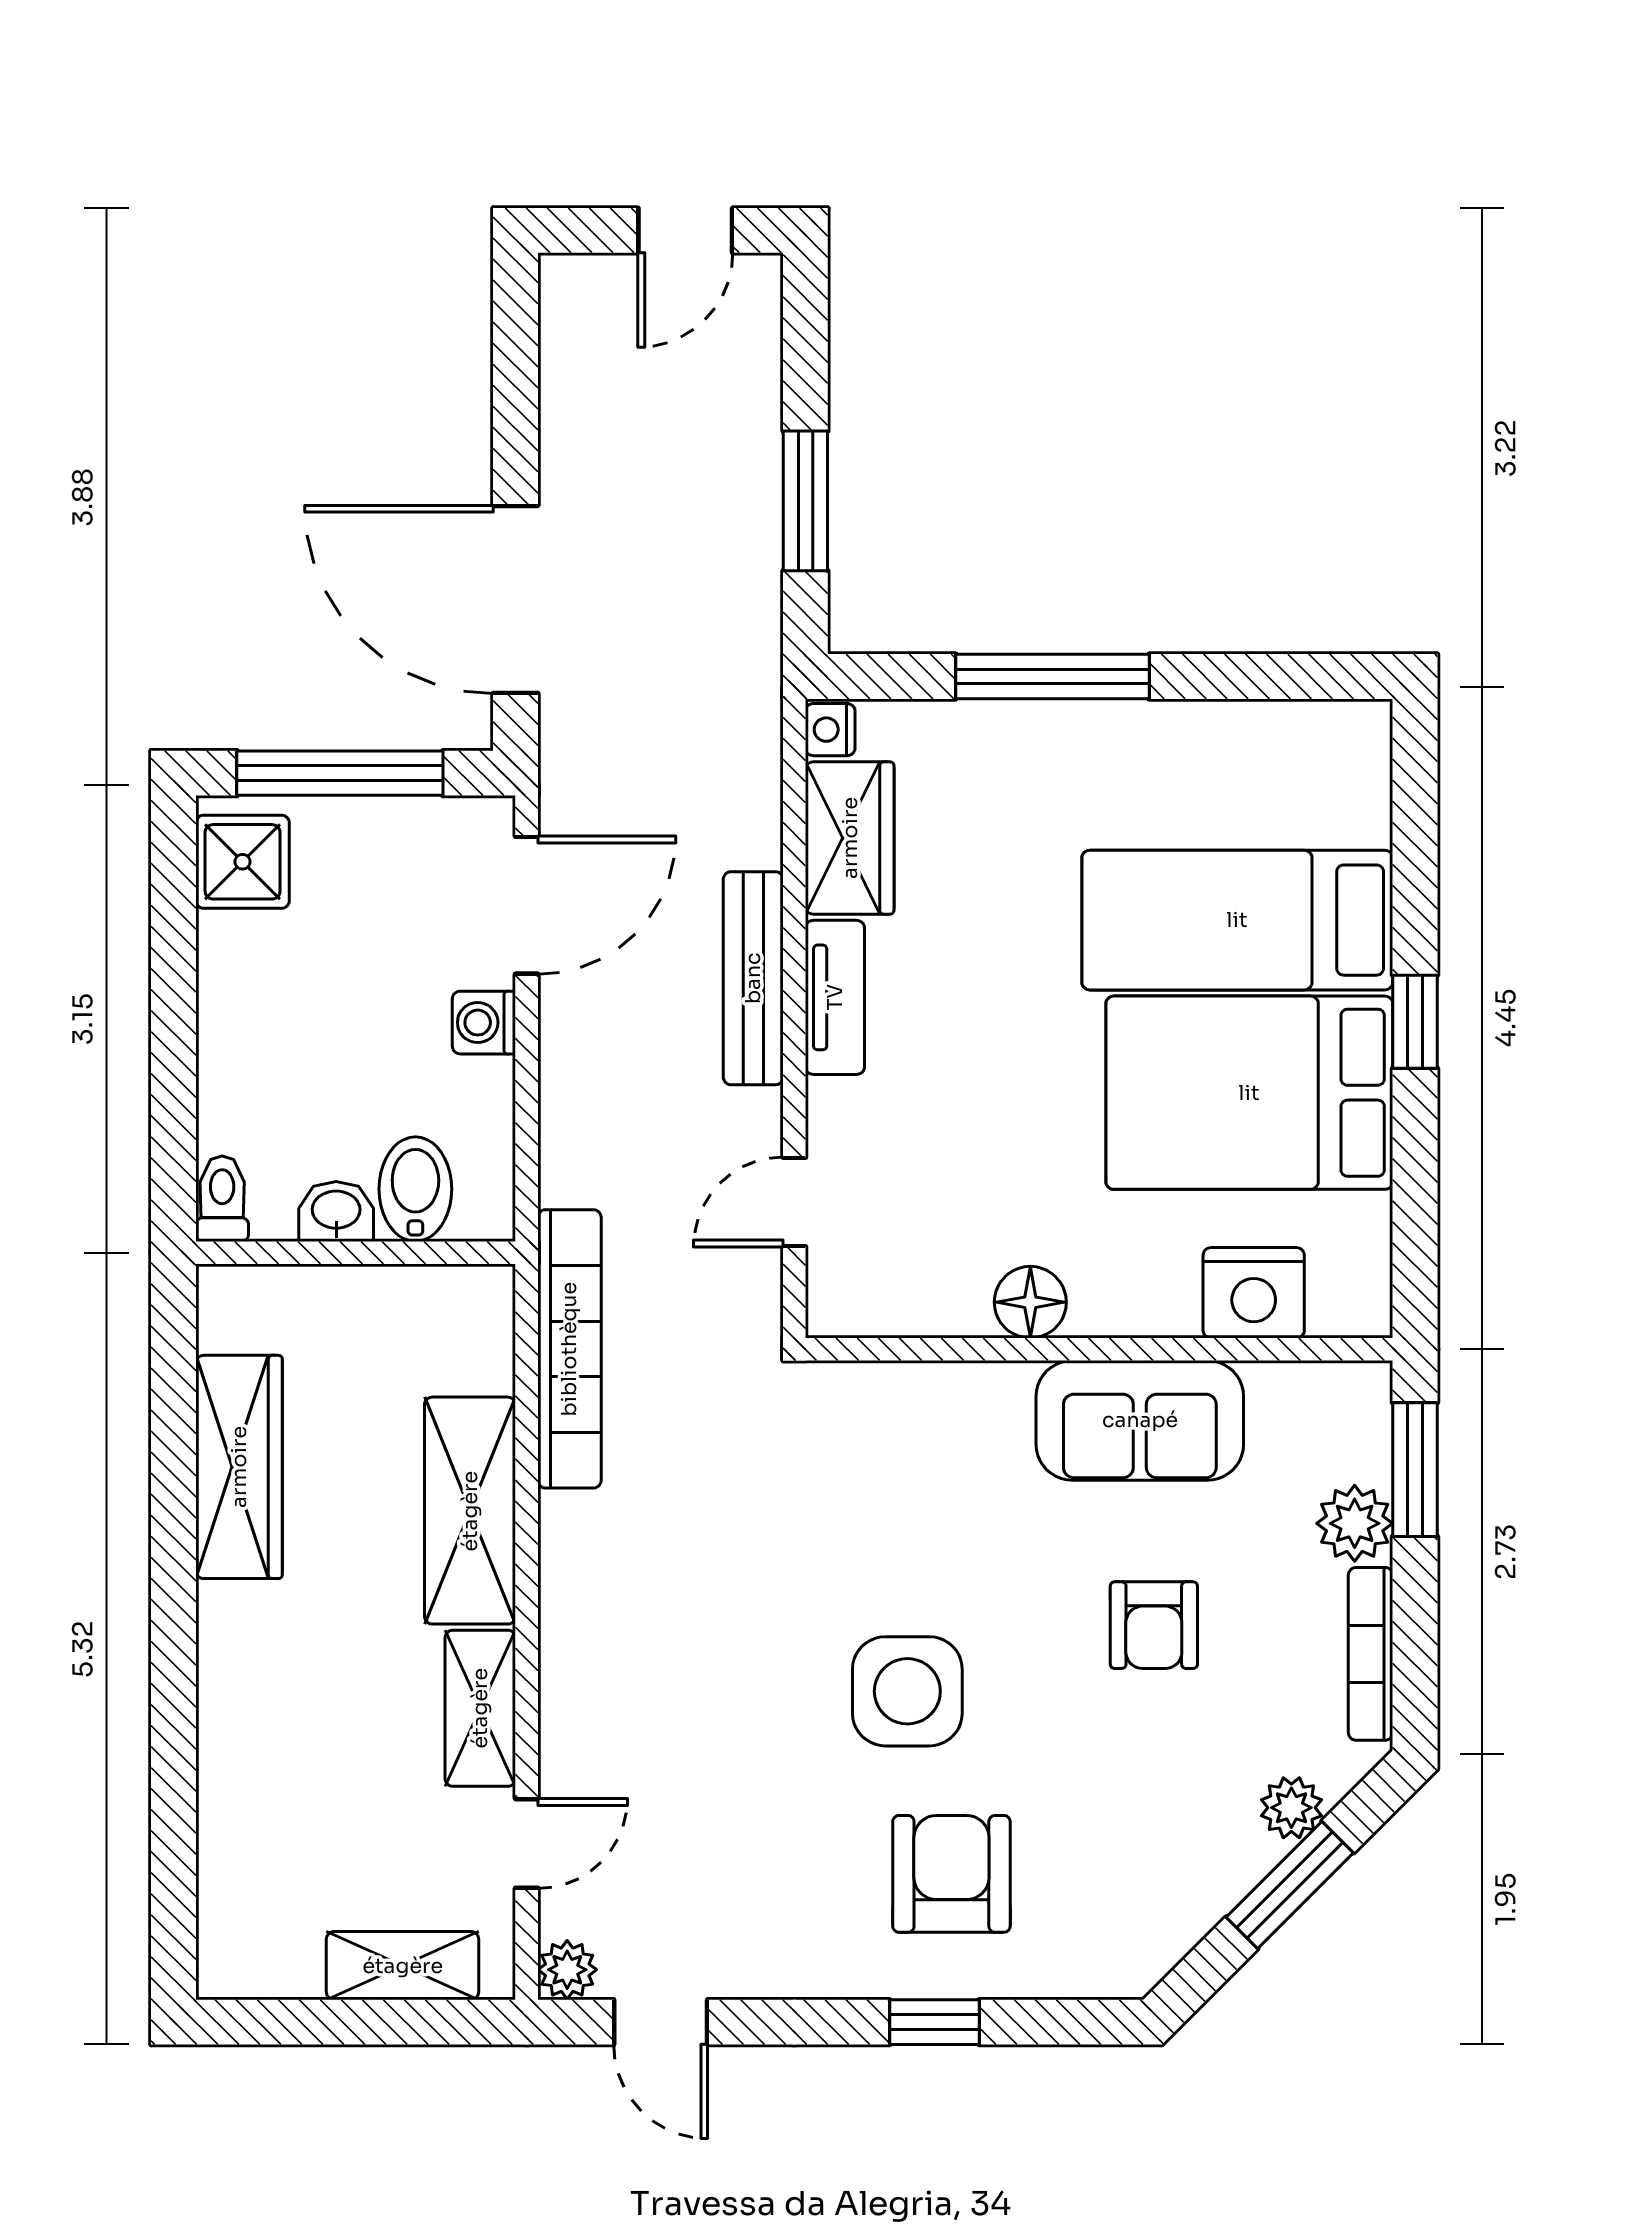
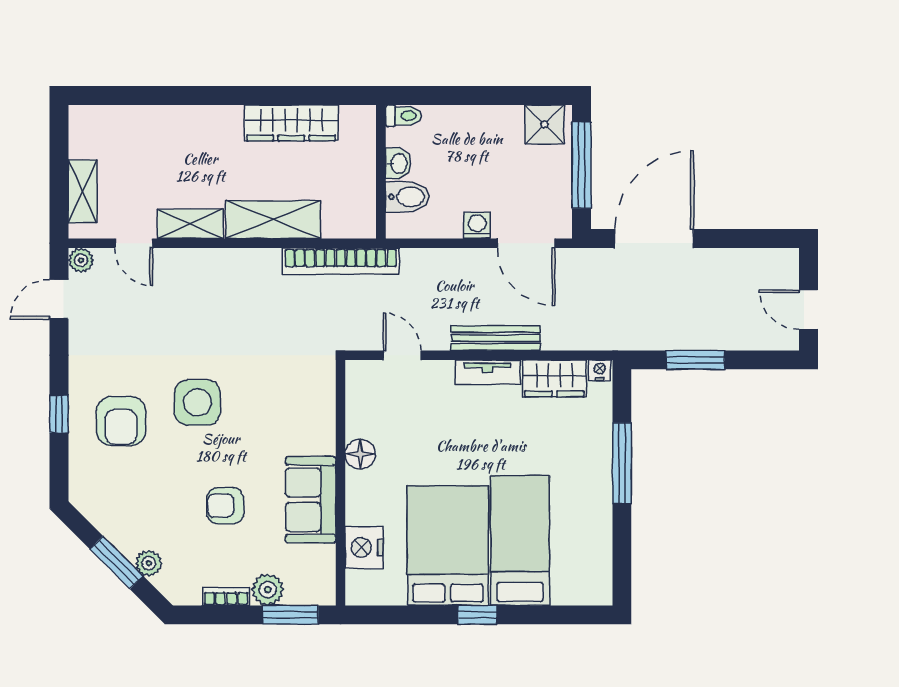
bookcase: (1371, 1654) -> (226, 596), width x0.64
armchair: (951, 1874) -> (121, 421), turned 90

